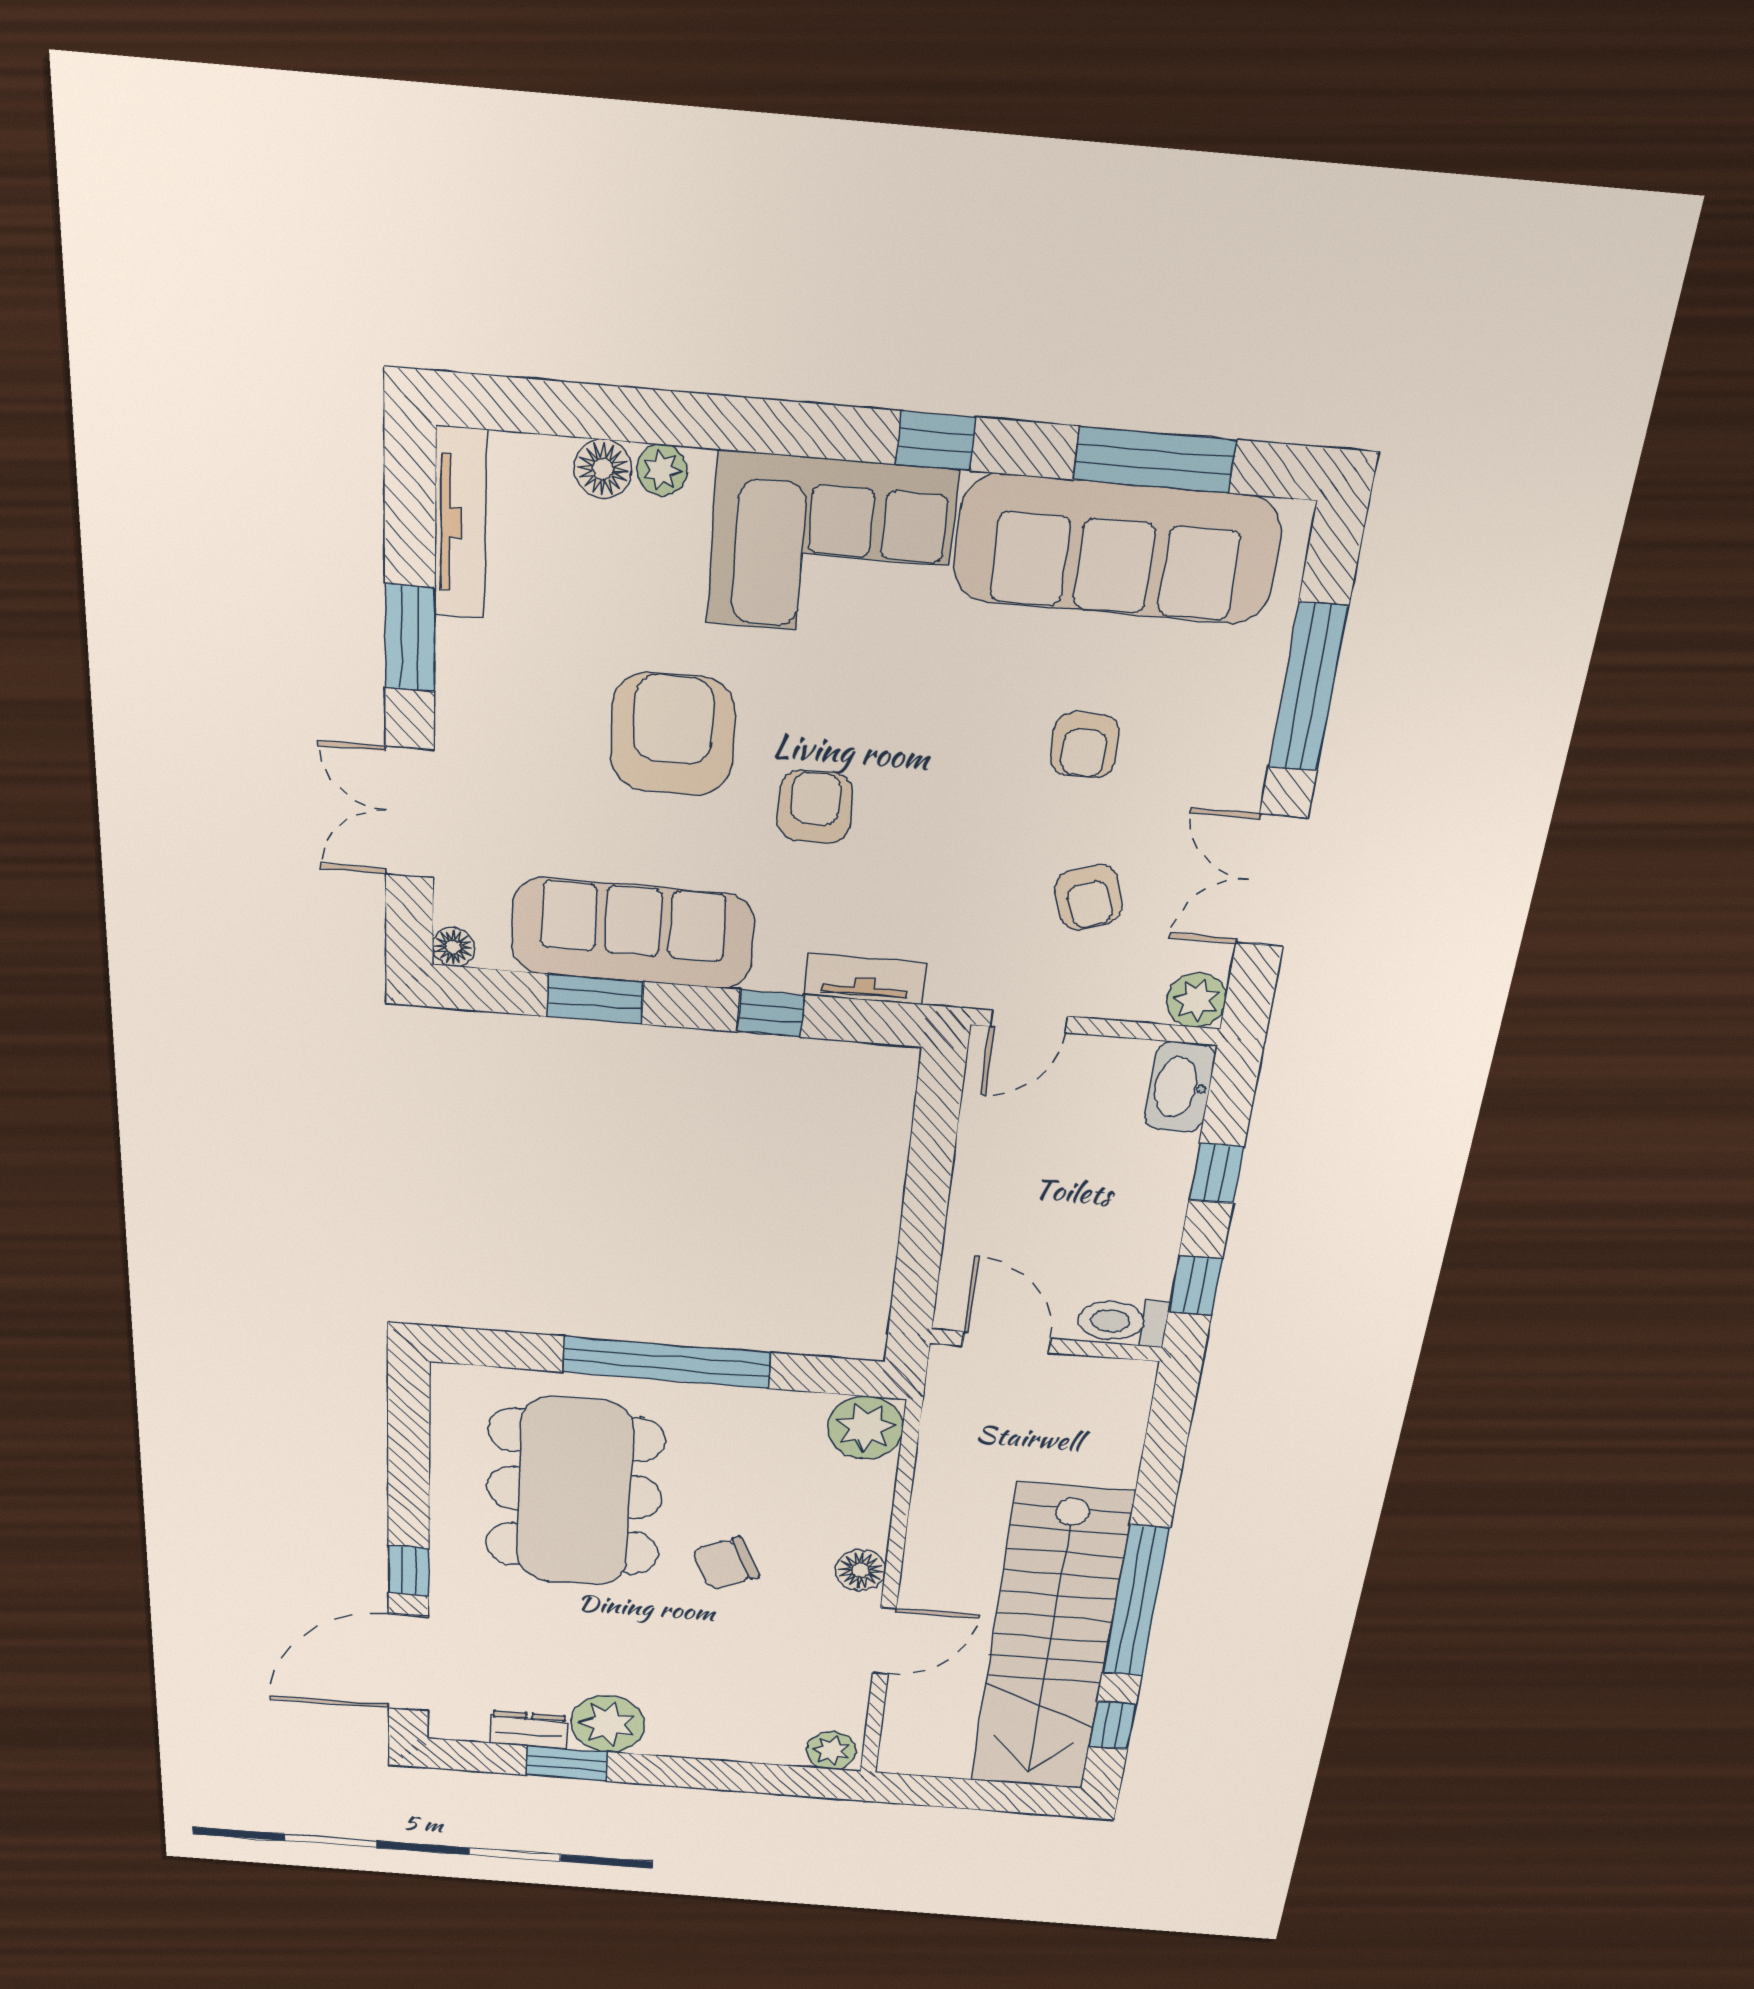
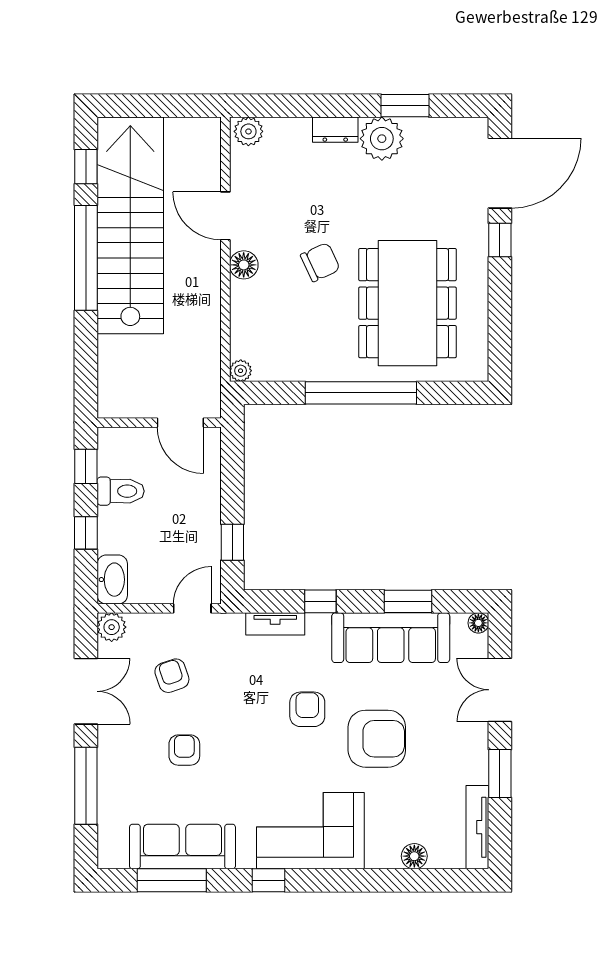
plant: (662, 470) -> (388, 858), removed
sofa: (1117, 549) -> (182, 847), width x0.74, depth x0.79
armchair: (673, 734) -> (377, 739), turned -90
armchair: (815, 807) -> (307, 709), turned 180
double door: (410, 813) -> (500, 690), swing flipped
window: (934, 1134) -> (232, 542), added
toilet: (1123, 1321) -> (121, 491), moved
plant: (865, 1428) -> (241, 371), width x0.53, depth x0.53
door: (884, 1641) -> (225, 216), hinge flipped
dresser: (529, 1730) -> (335, 130), moved

